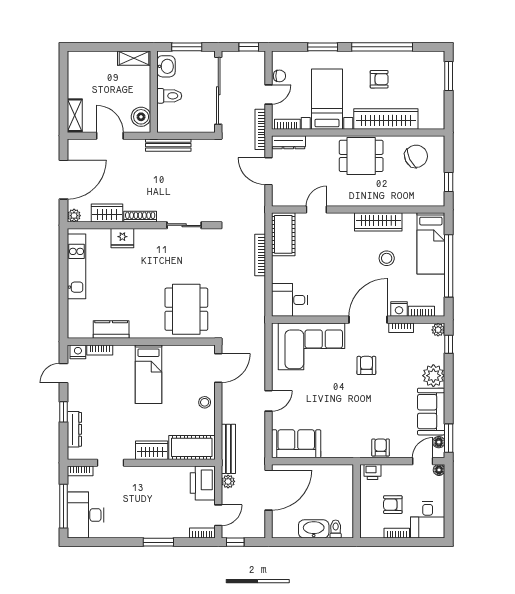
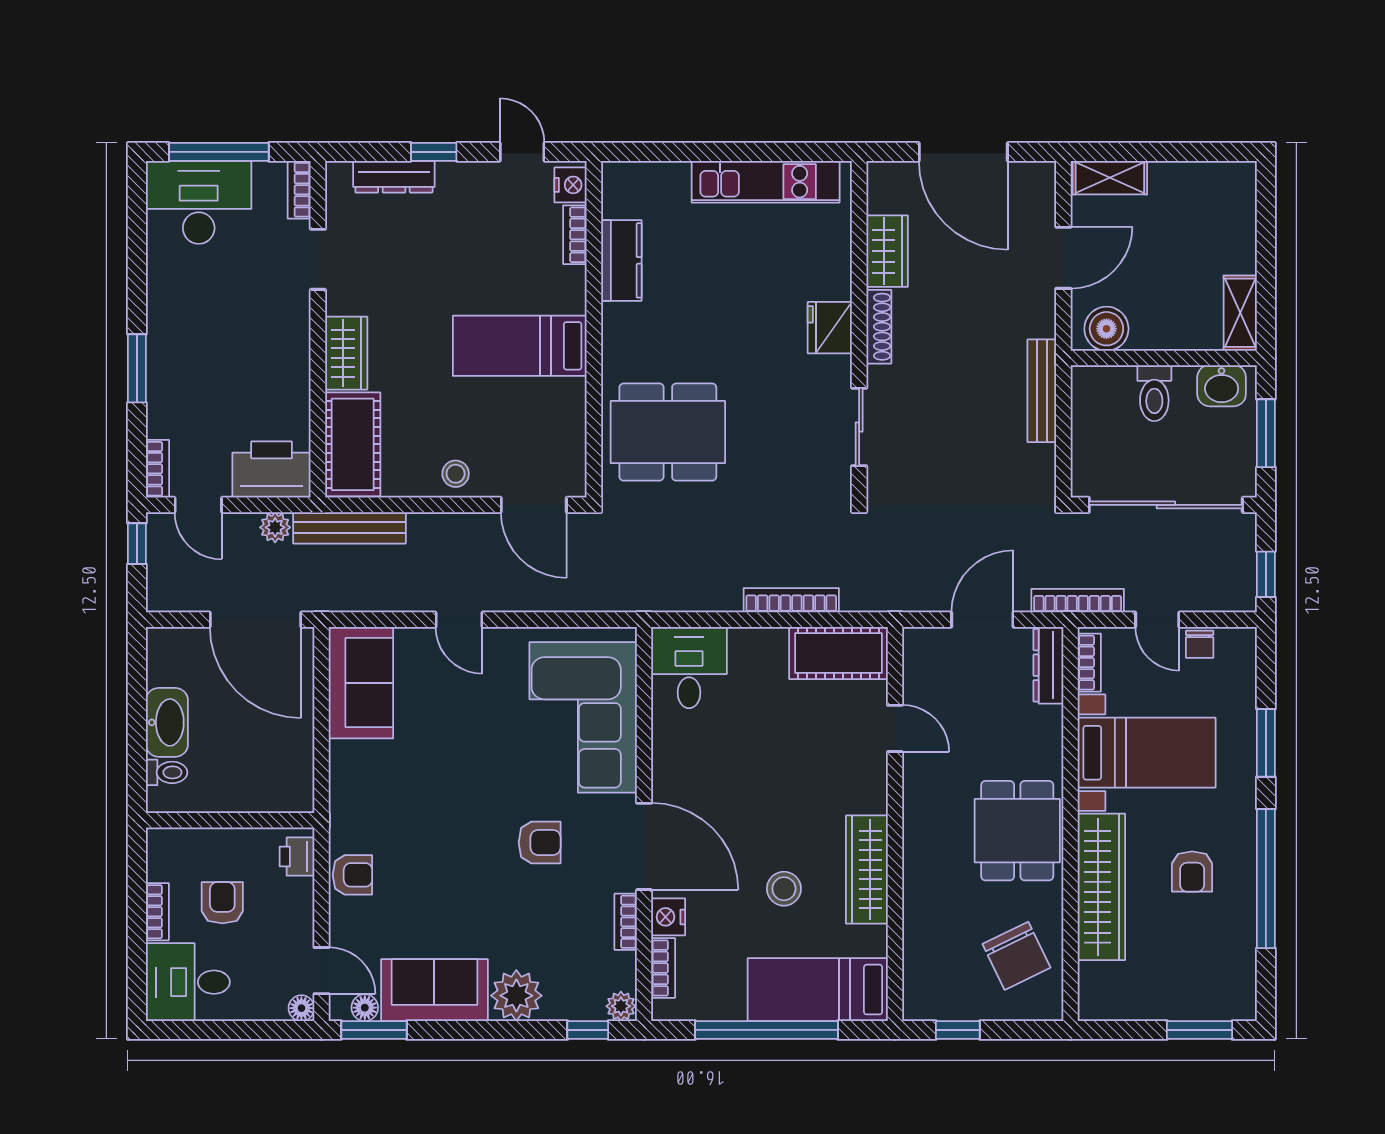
plant: (74, 216) -> (881, 176), removed
fridge: (122, 238) -> (830, 328), moved

